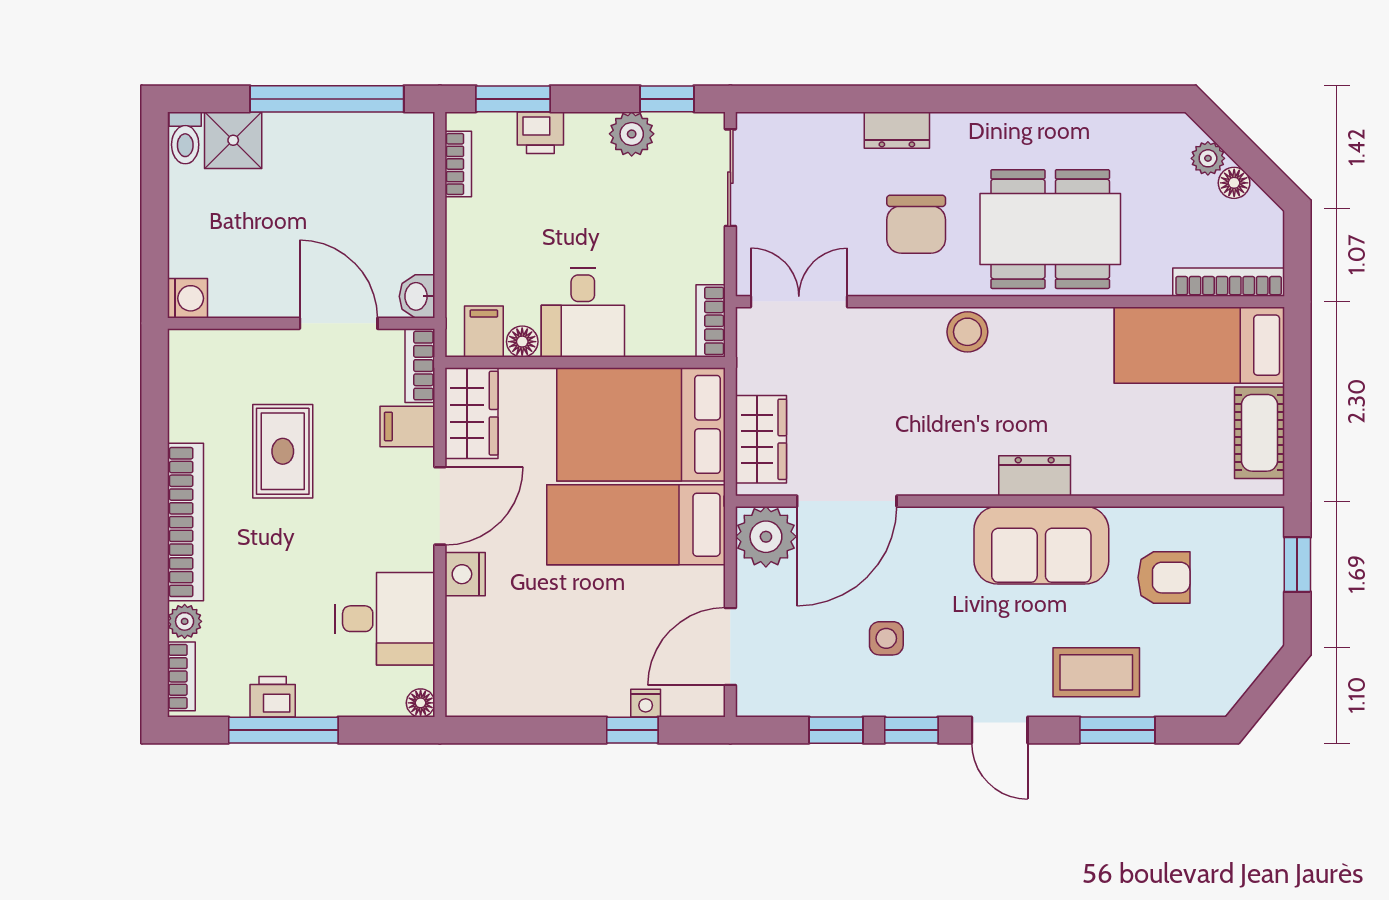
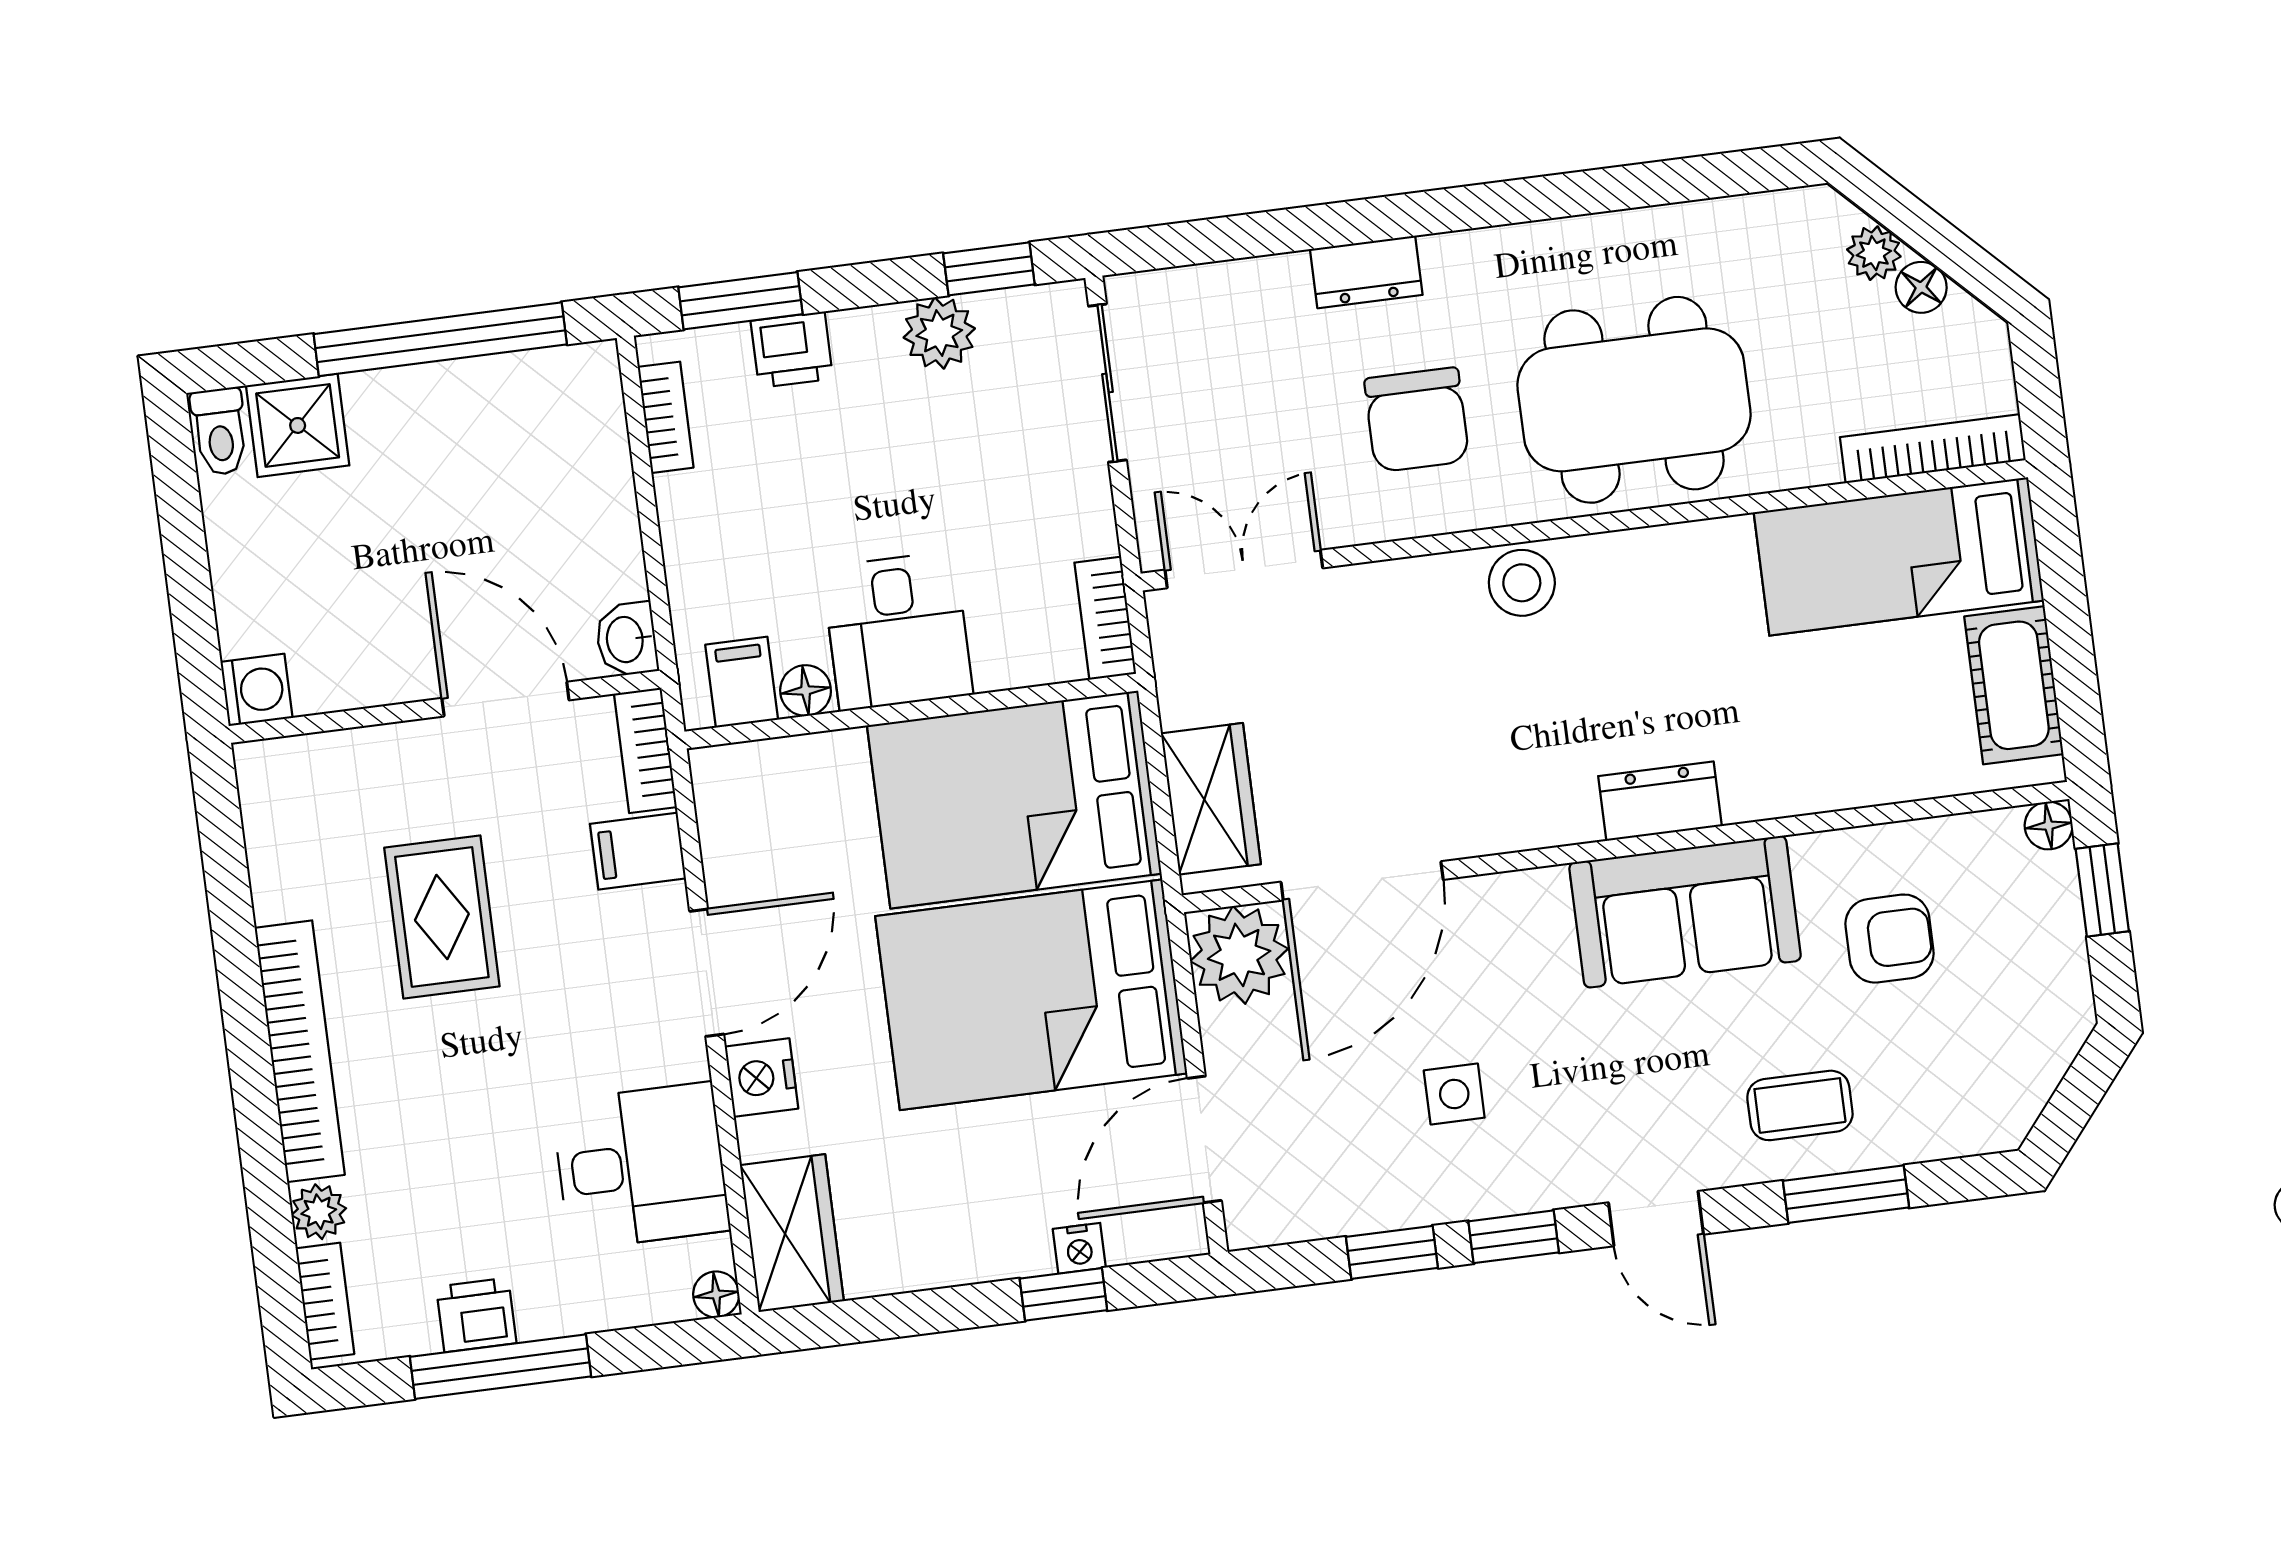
wardrobe: (471, 413) -> (792, 1233), moved
floor lamp: (1270, 521) -> (2049, 826), added
bed: (636, 525) -> (1031, 995), width x1.50
coffee table: (1096, 672) -> (1800, 1105), width x0.73, depth x0.77

